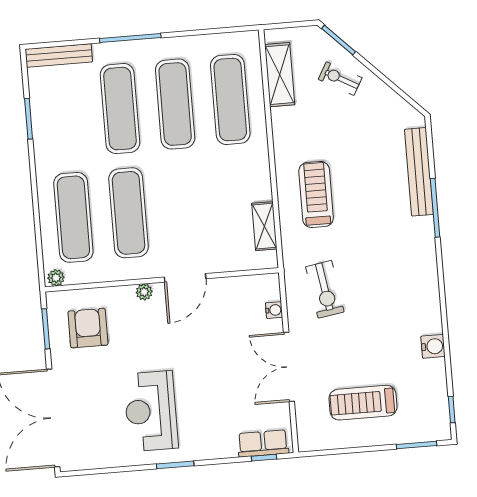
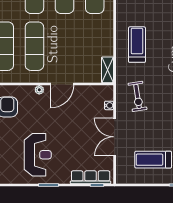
shelving: (264, 226) -> (108, 70), moved
reception desk: (151, 411) -> (38, 155), turned 180
row of seats: (263, 443) -> (91, 177), width x1.48

